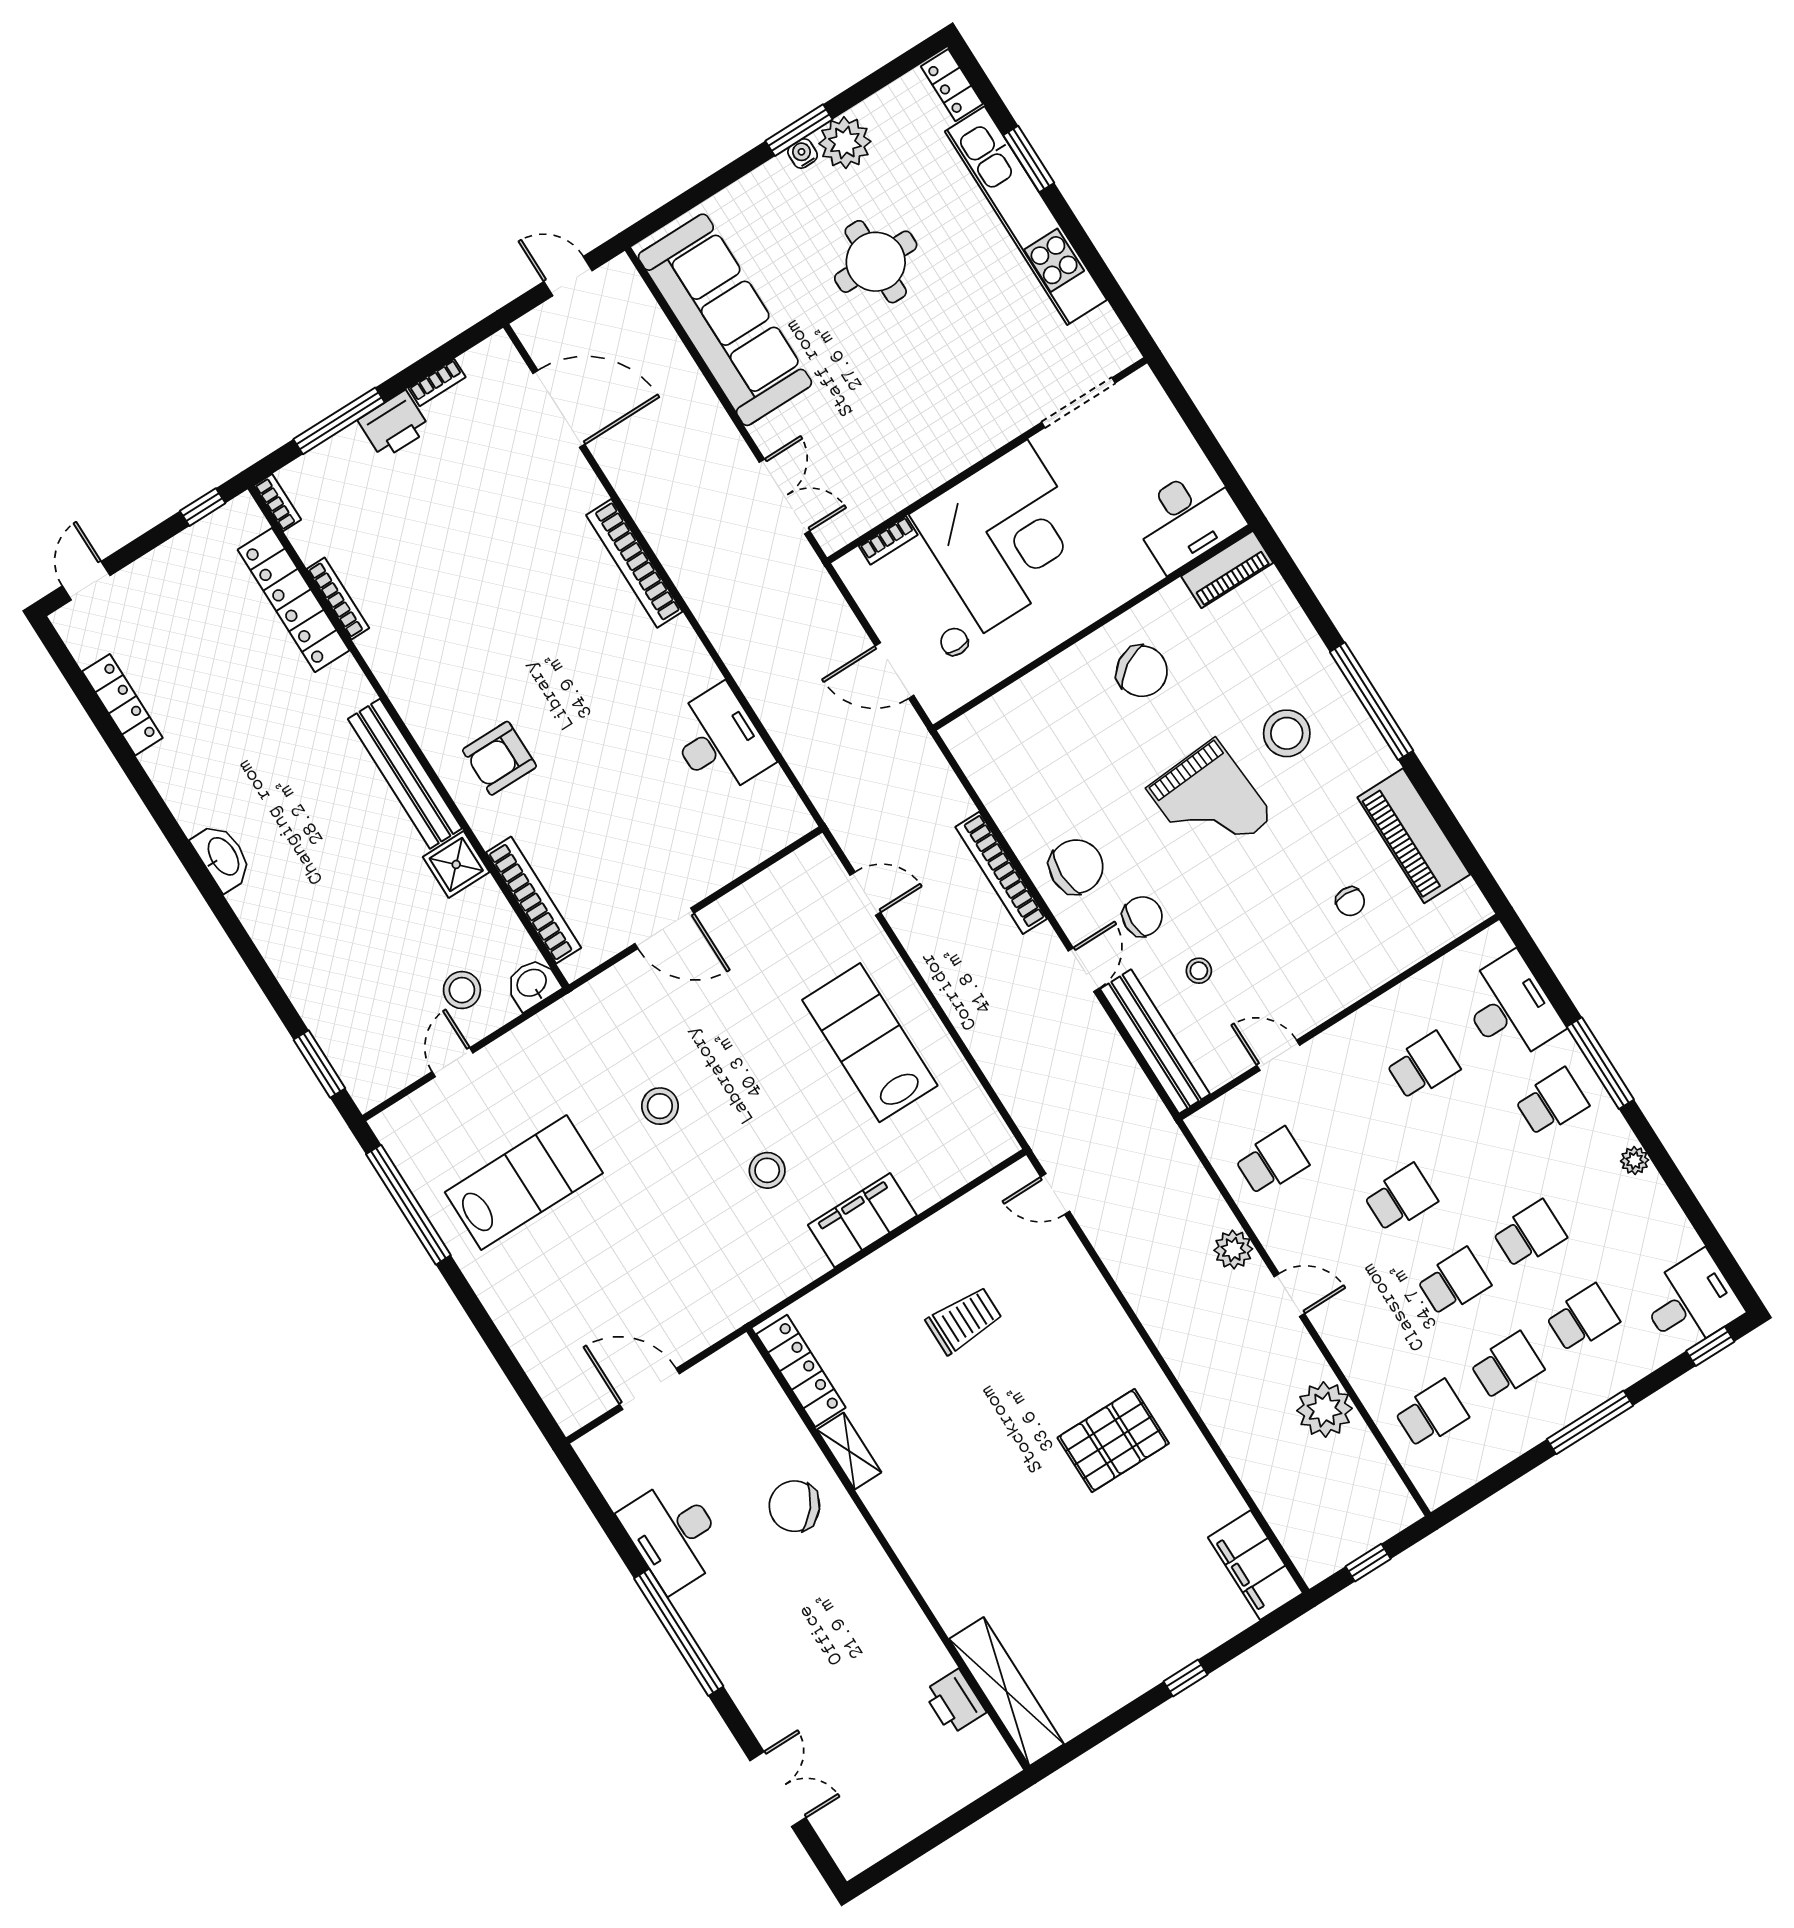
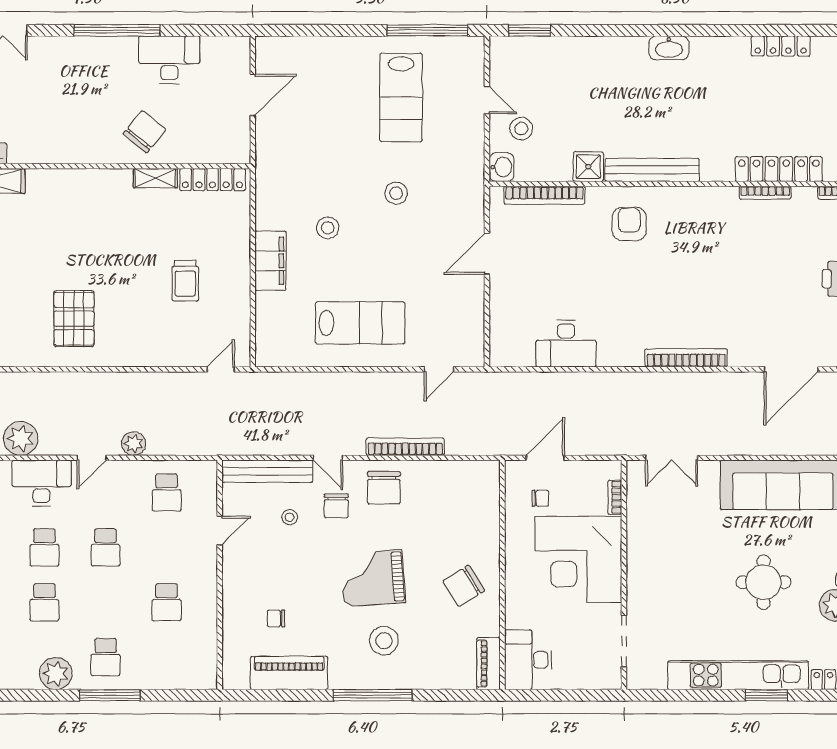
desk: (1510, 1008) -> (41, 483), moved, turned 180
plant: (1635, 1160) -> (56, 673), width x1.88, depth x1.88

